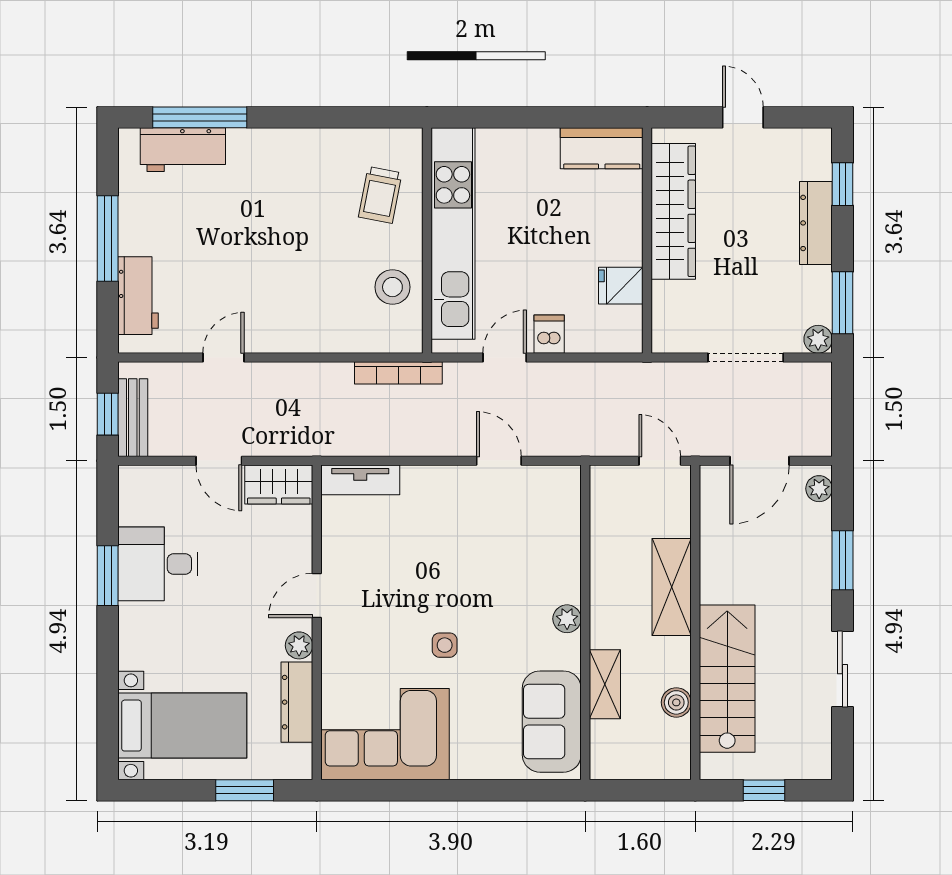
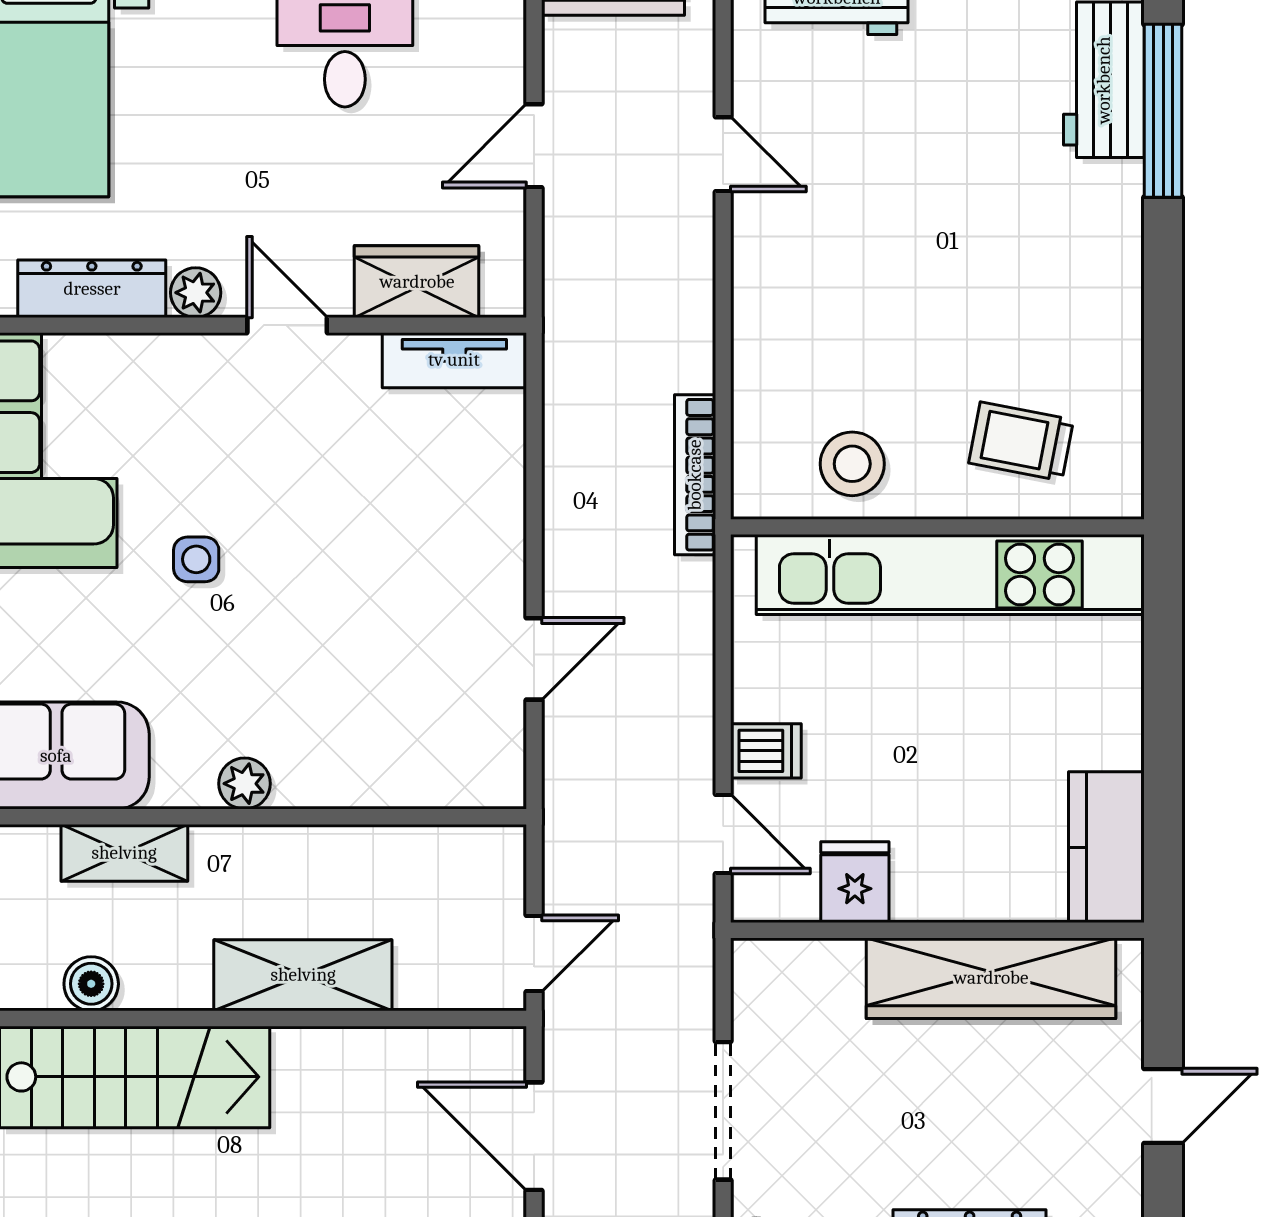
door: (505, 357) -> (723, 834), moved
tv unit: (360, 480) -> (454, 360), moved, turned -90
wardrobe: (279, 484) -> (417, 282), moved, turned 90

